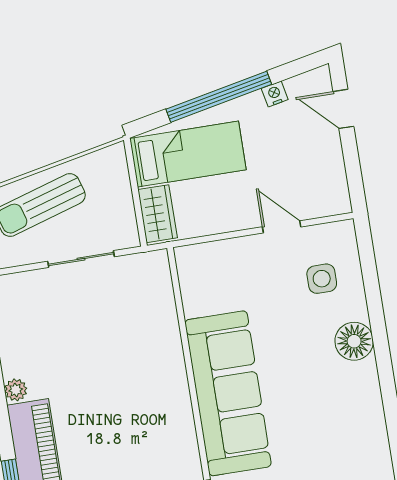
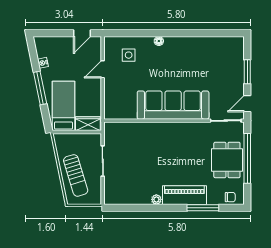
window: (219, 97) -> (40, 88), width x0.68
door: (343, 109) -> (82, 33), moved
floor lamp: (354, 341) -> (159, 41), width x0.53, depth x0.53

